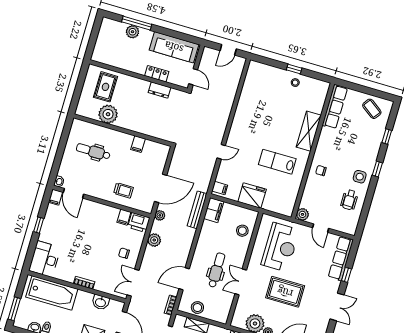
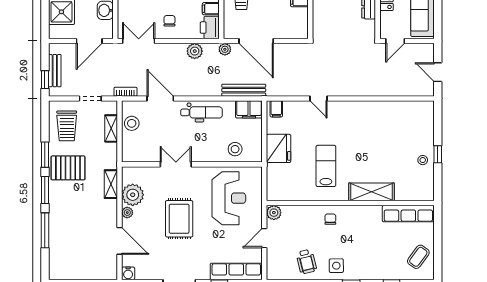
wheelchair: (349, 200) -> (306, 262), turned -104
reception desk: (280, 247) -> (229, 198), turned -90
dental chair: (217, 270) -> (201, 112), moved

